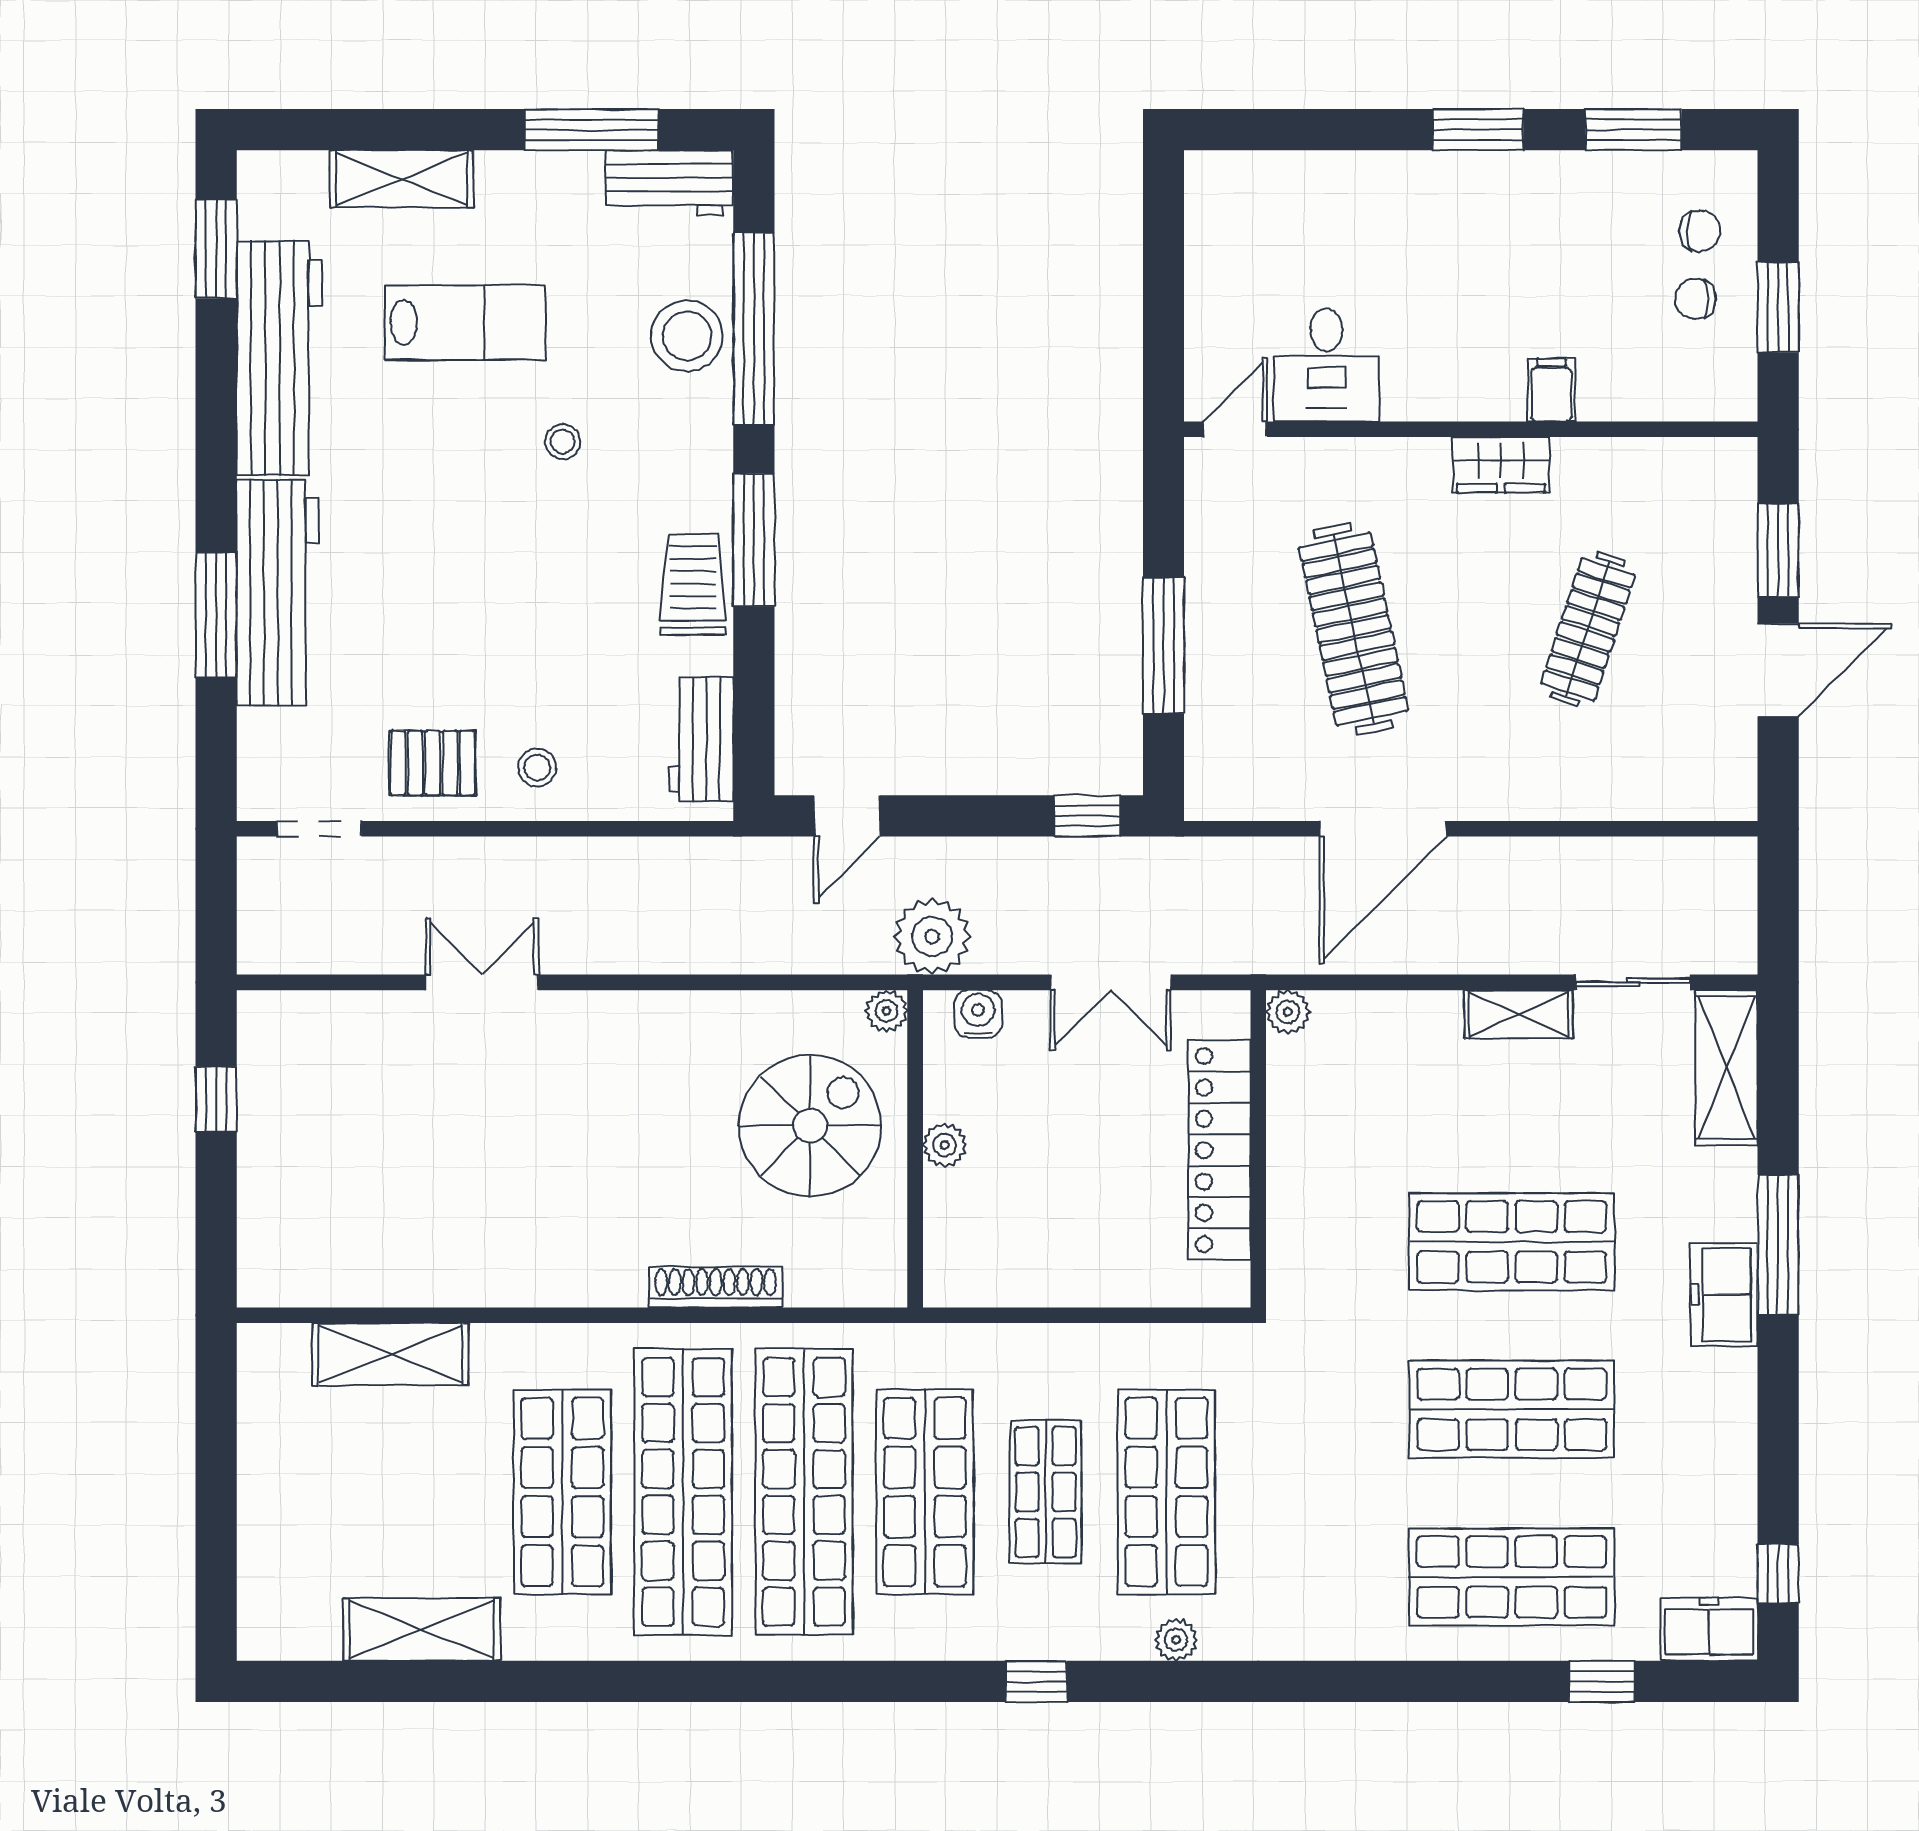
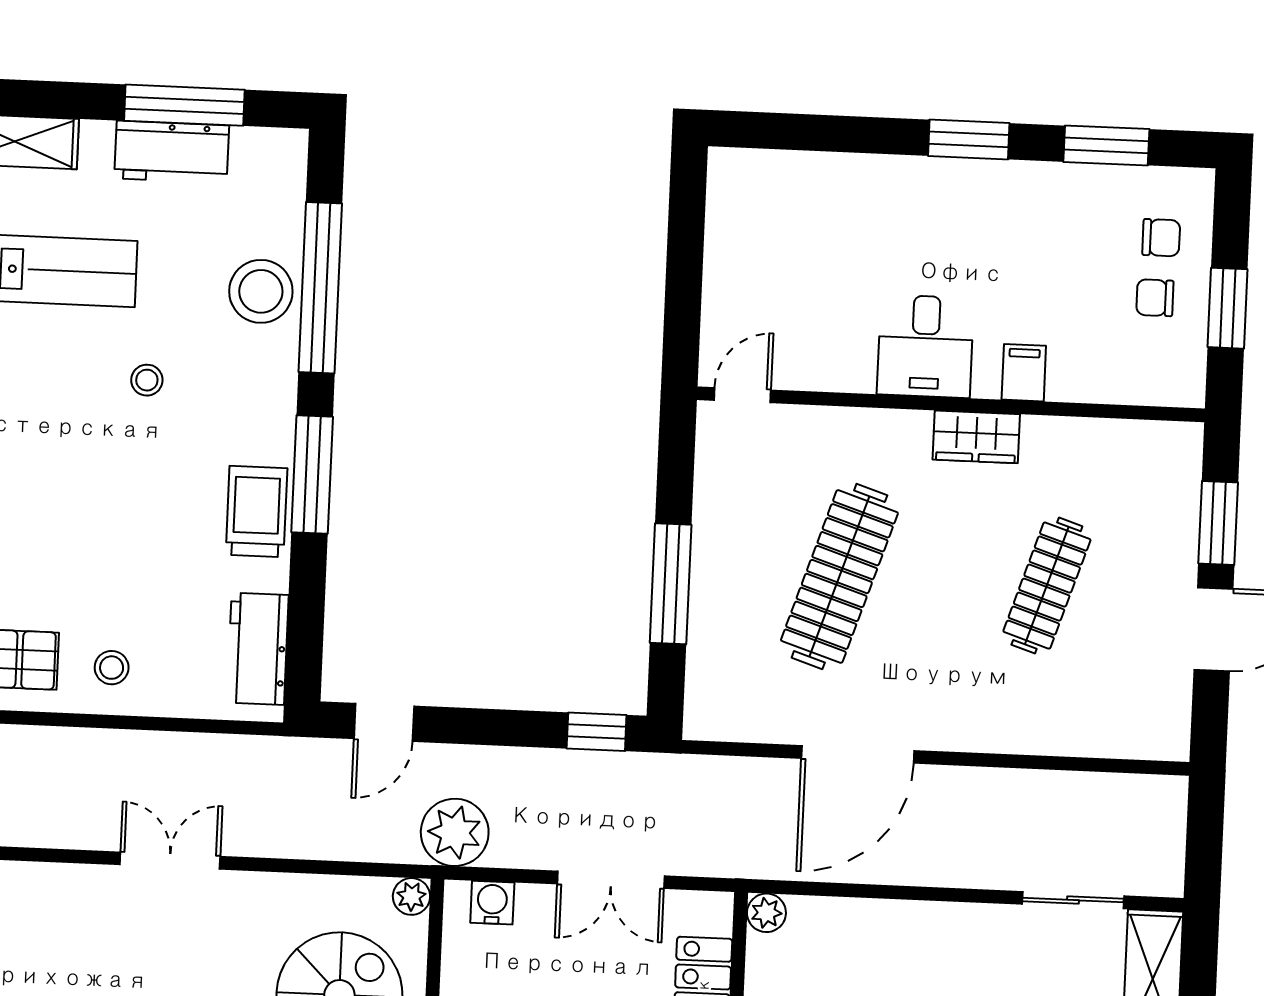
workbench: (669, 183) -> (172, 152), moved
desk: (1326, 365) -> (925, 346), moved
clothes rail: (1354, 629) -> (839, 577), turned 30
double door: (482, 982) -> (170, 861), moved
shelving: (1519, 1014) -> (971, 924), removed

